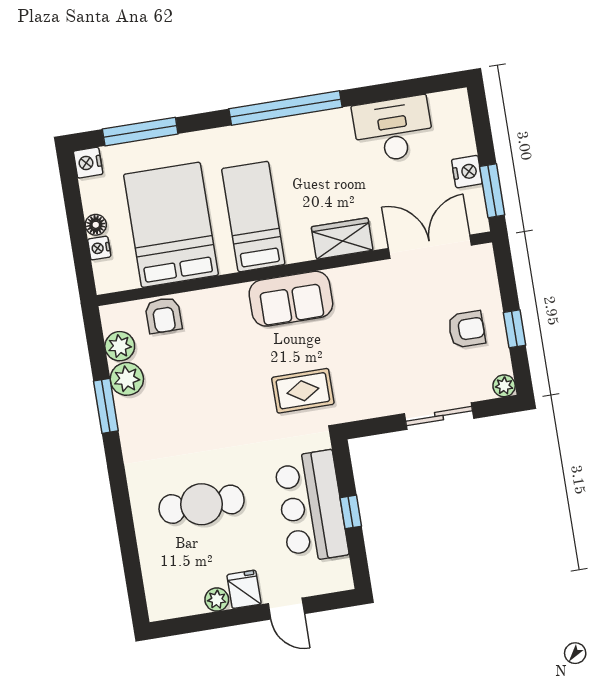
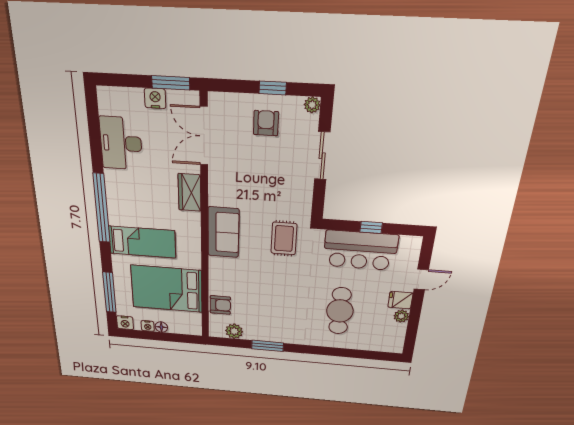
bed: (253, 217) -> (142, 242), moved, turned 180
nightstand: (99, 248) -> (148, 326), moved
plant: (127, 379) -> (254, 332), removed

